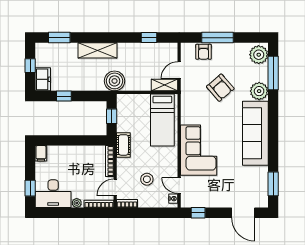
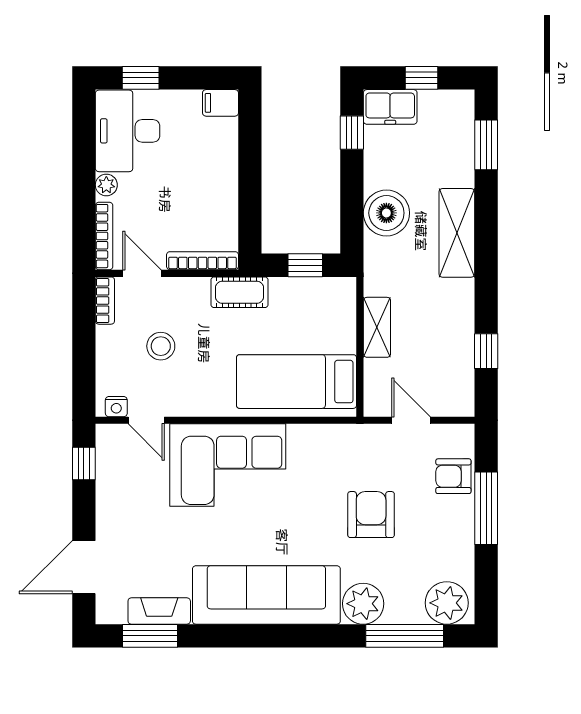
boiler: (115, 81) -> (386, 213), moved
shelving: (165, 85) -> (377, 327), moved
armchair: (220, 88) -> (371, 515), turned 131
window: (64, 96) -> (352, 133), moved
fireplace: (262, 180) -> (159, 611), added
door: (179, 186) -> (146, 420), swing flipped

